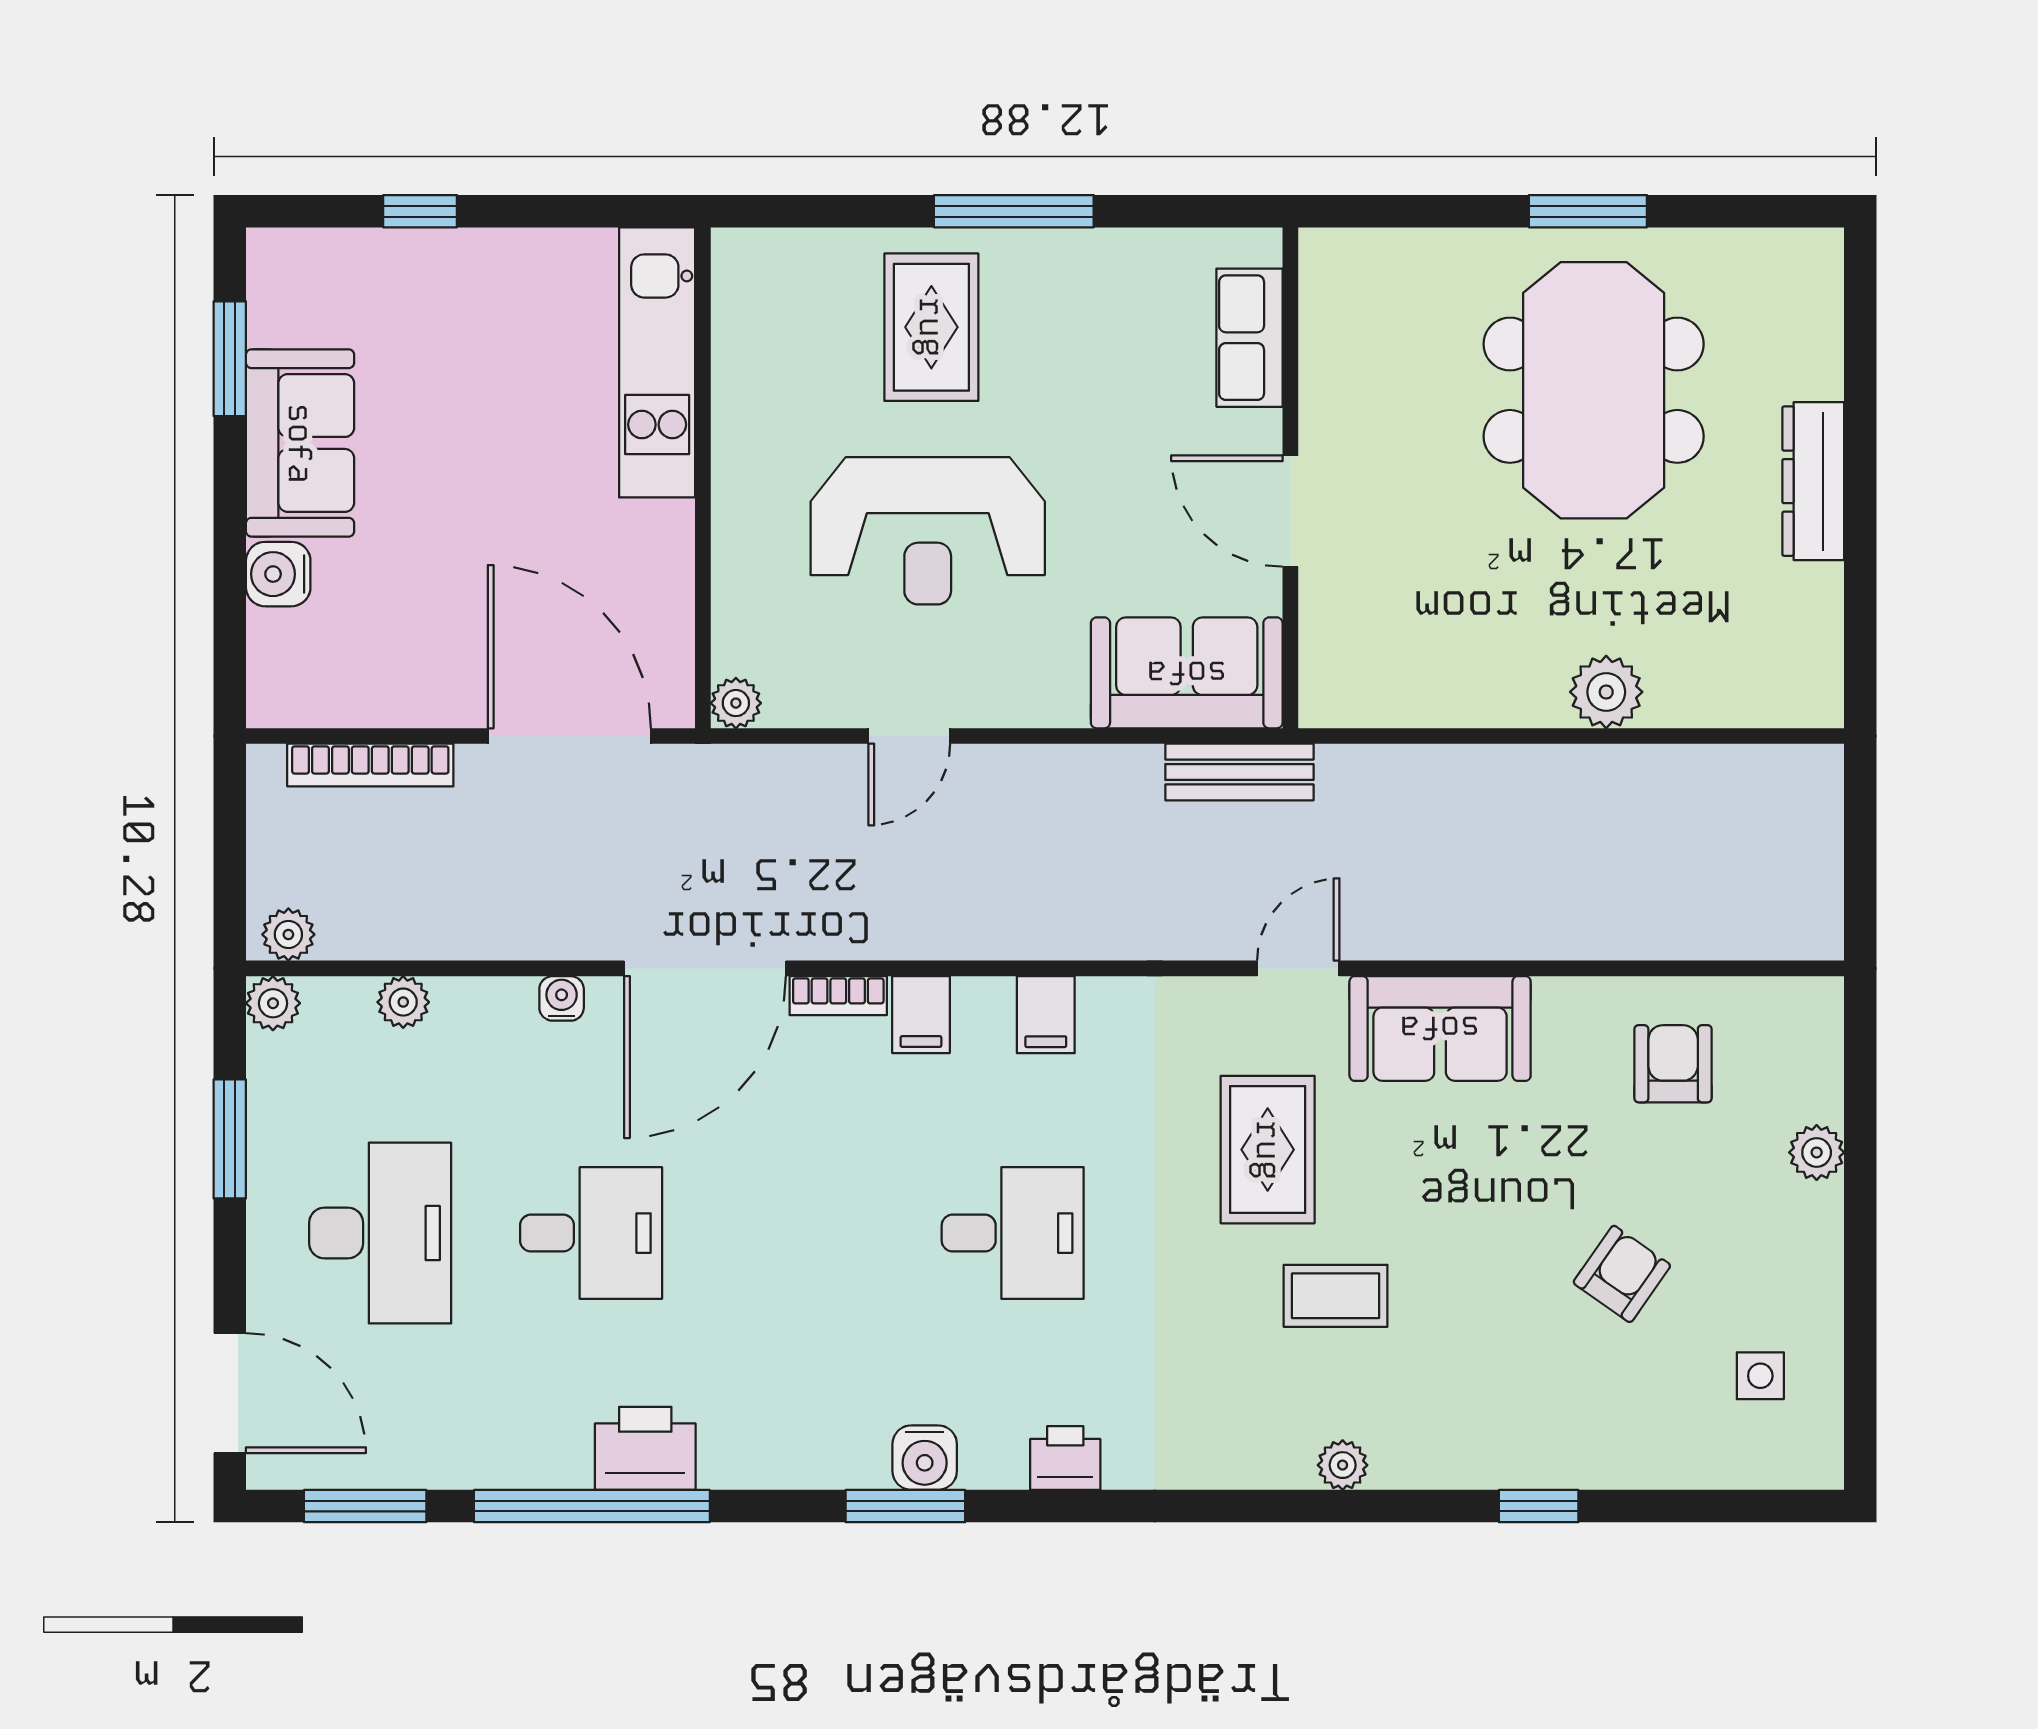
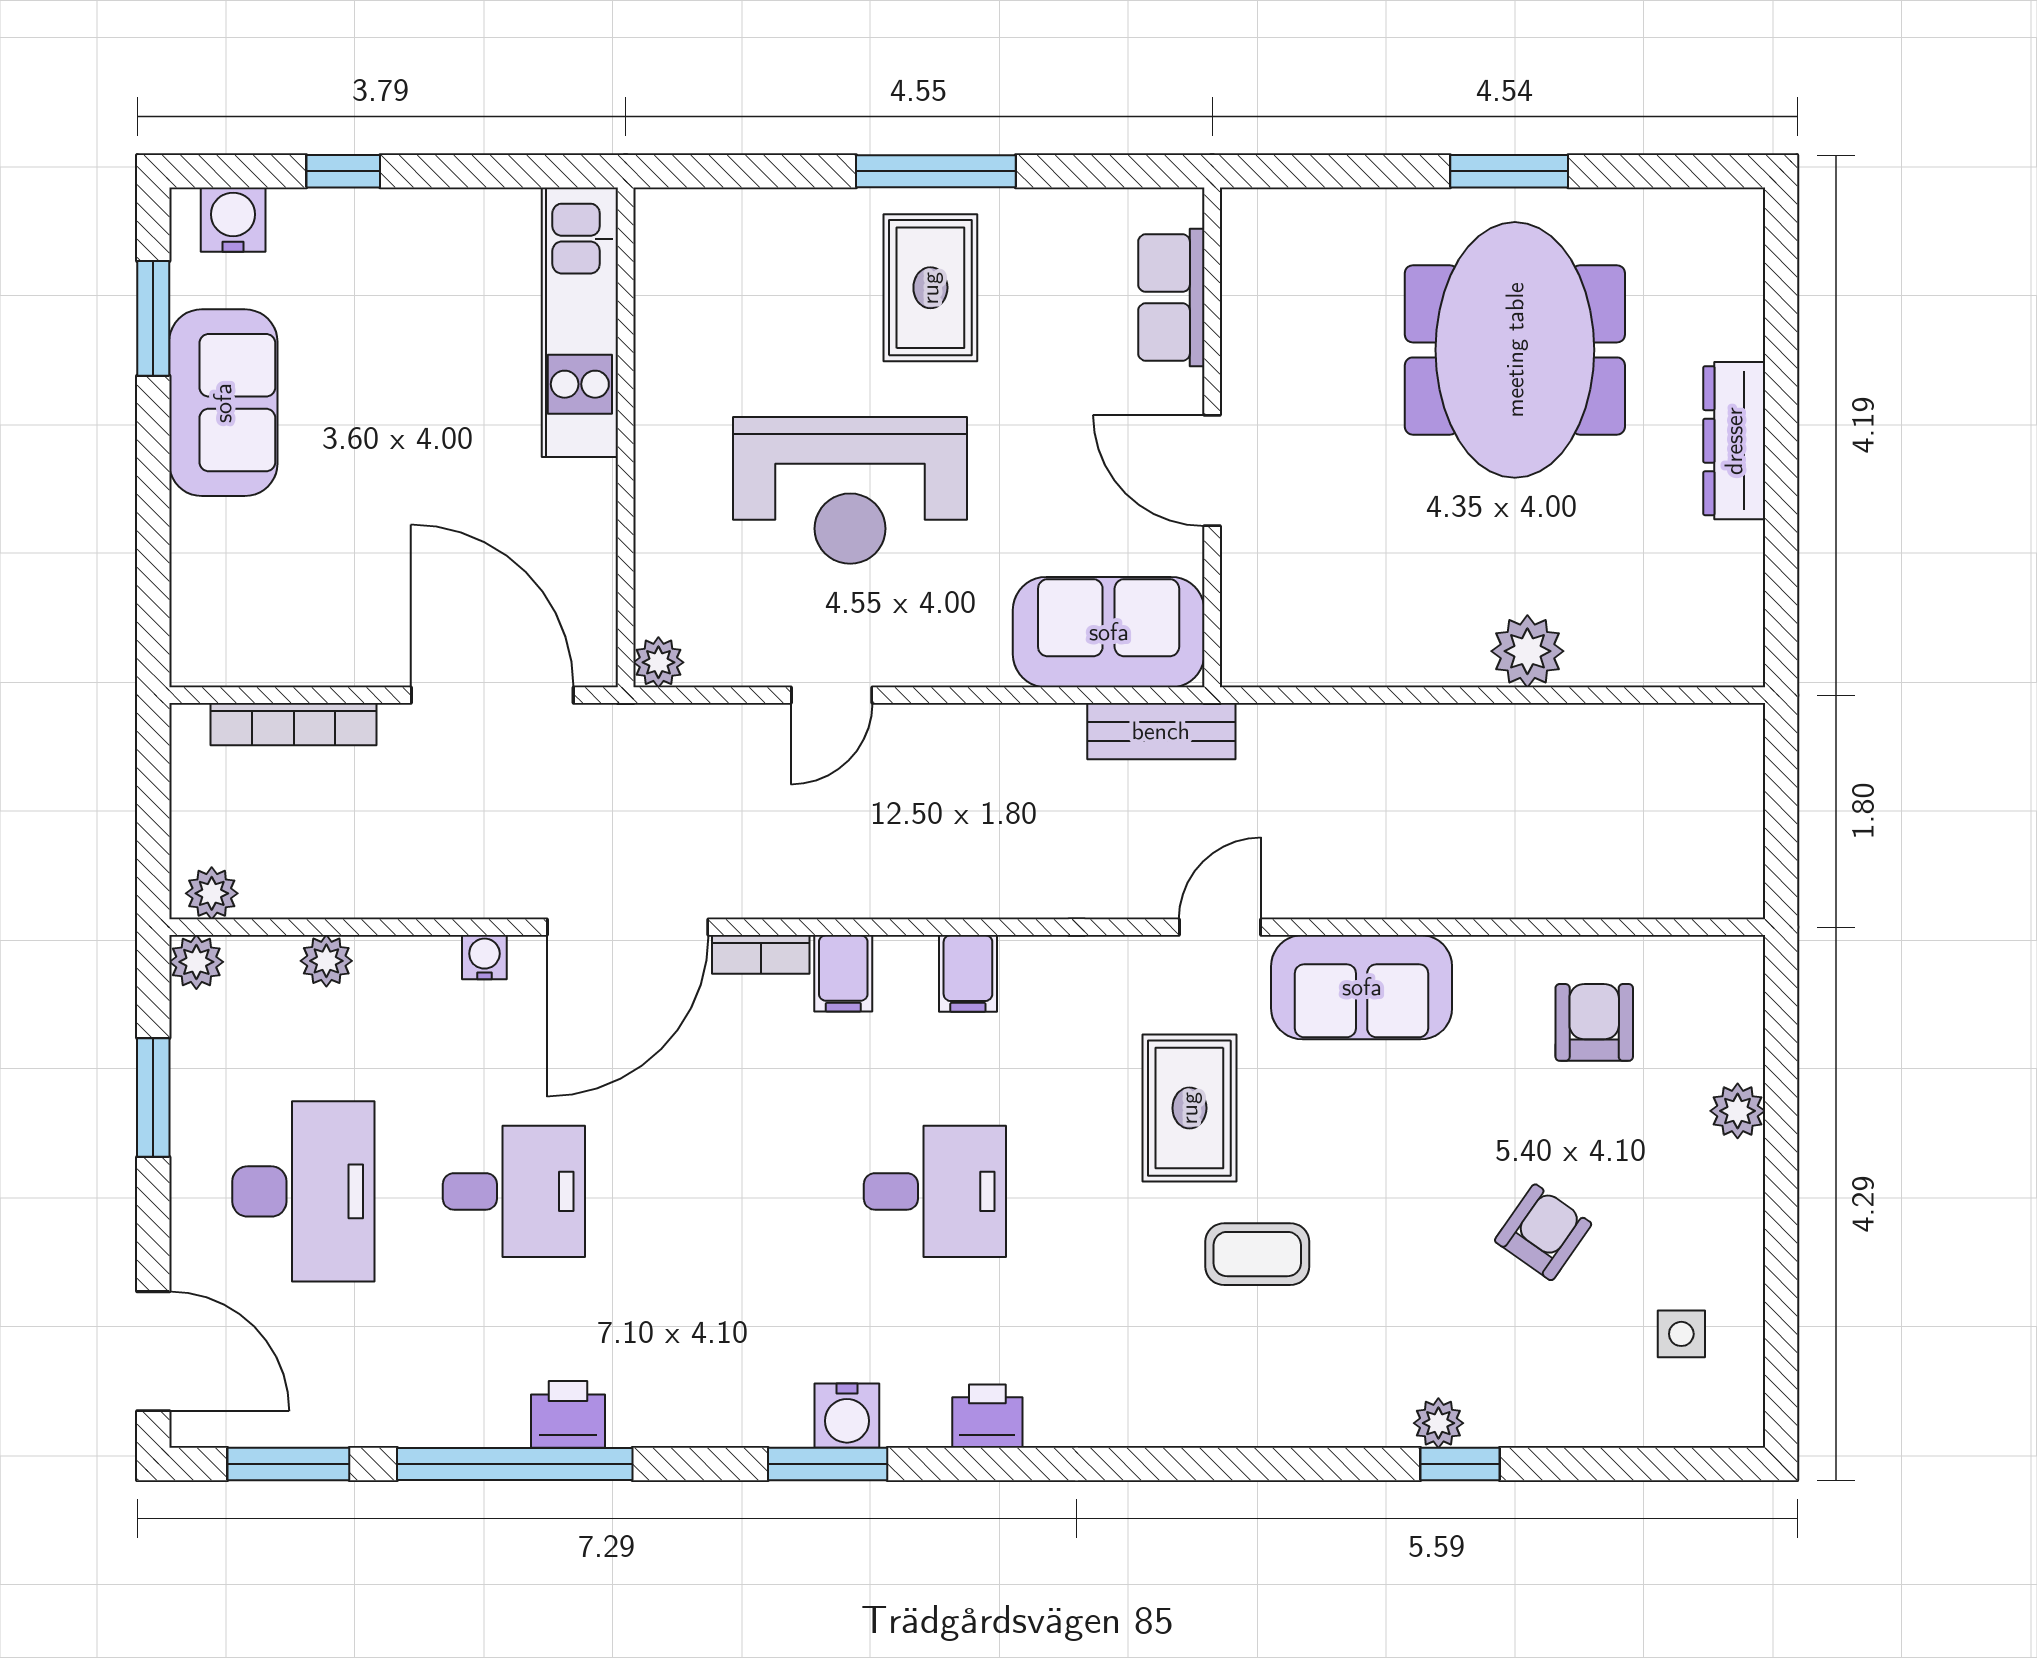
rug: (931, 327) -> (930, 288), moved
water cooler: (278, 574) -> (233, 220), moved, turned 90
printer: (645, 1448) -> (568, 1414), width x0.73, depth x0.81
plant: (1343, 1465) -> (1438, 1423), moved

